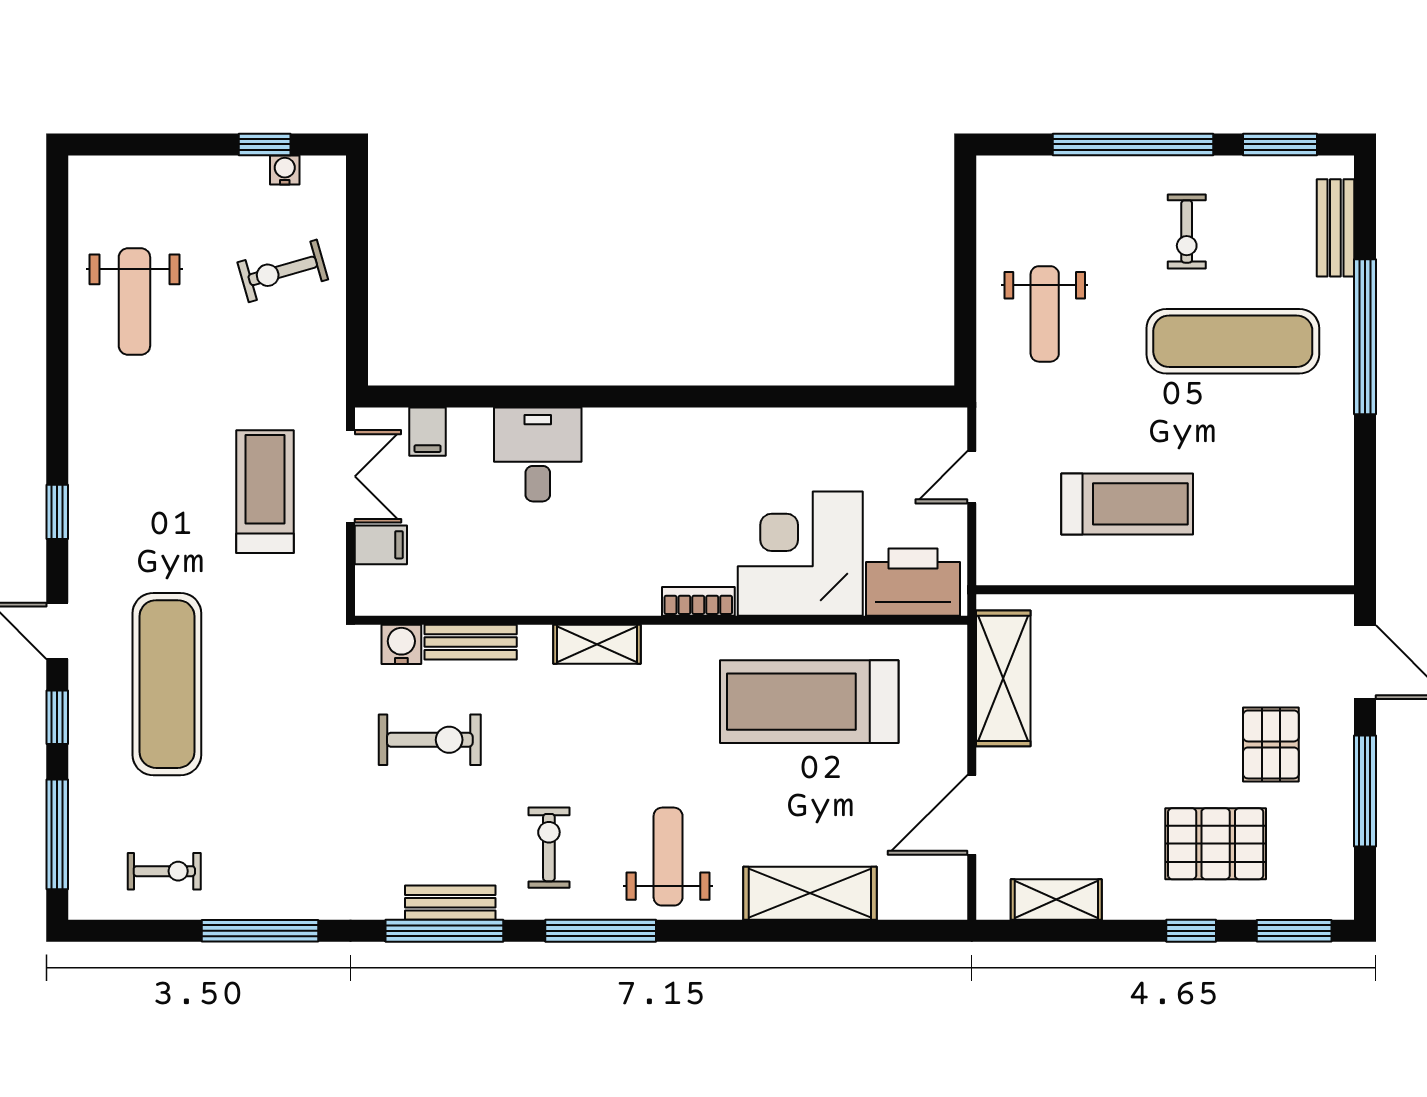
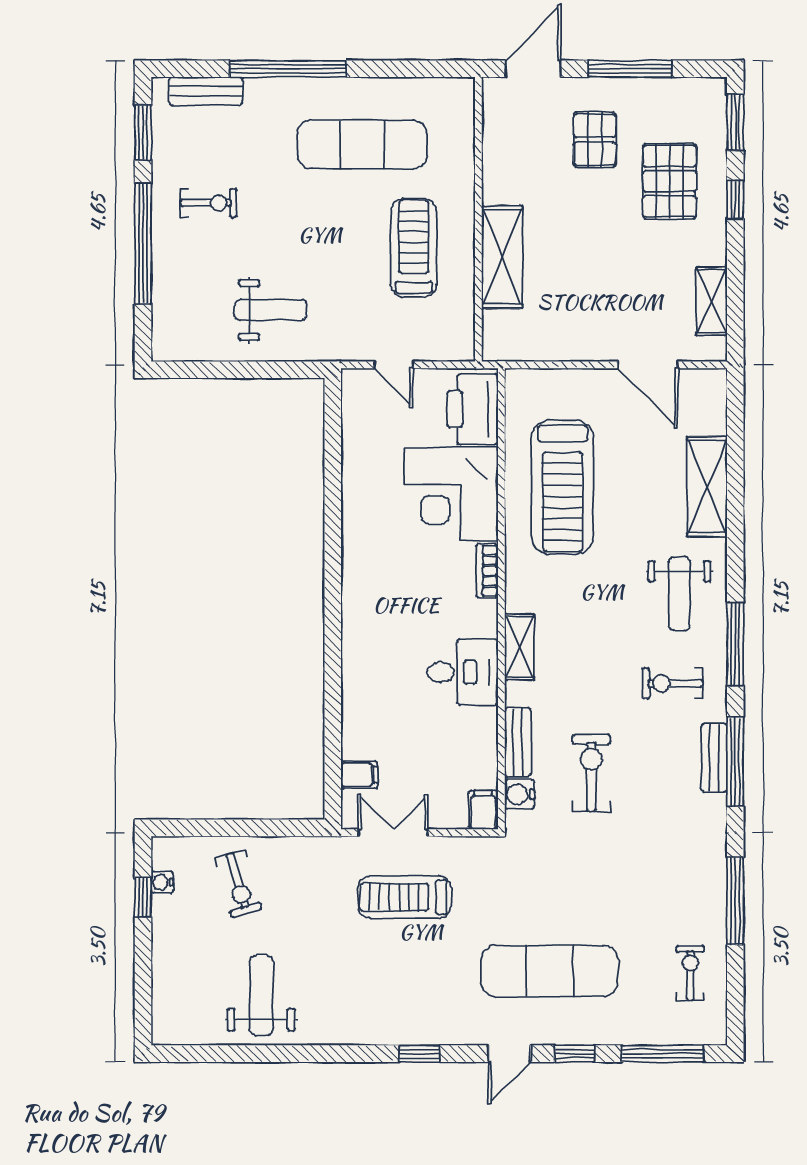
weight bench: (134, 301) -> (261, 995), turned -90
exercise mat: (1233, 341) -> (362, 145), moved, turned 90
desk: (538, 454) -> (463, 672), moved, turned 180
filing cabinet: (381, 545) -> (483, 810), moved
shelving: (1003, 678) -> (502, 257), moved, turned 90
pallet: (1271, 744) -> (595, 140), turned 90
weight bench: (668, 857) -> (679, 594), turned -90

